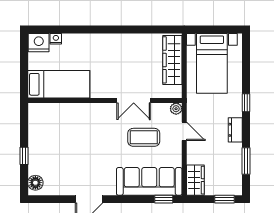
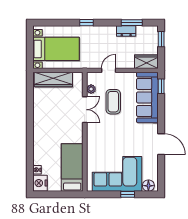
plant: (176, 109) -> (91, 89), moved
dresser: (235, 130) -> (126, 31), moved
corner sofa: (51, 142) -> (117, 174), added

